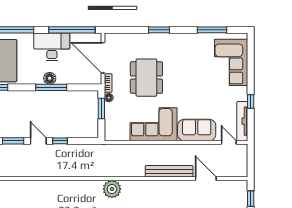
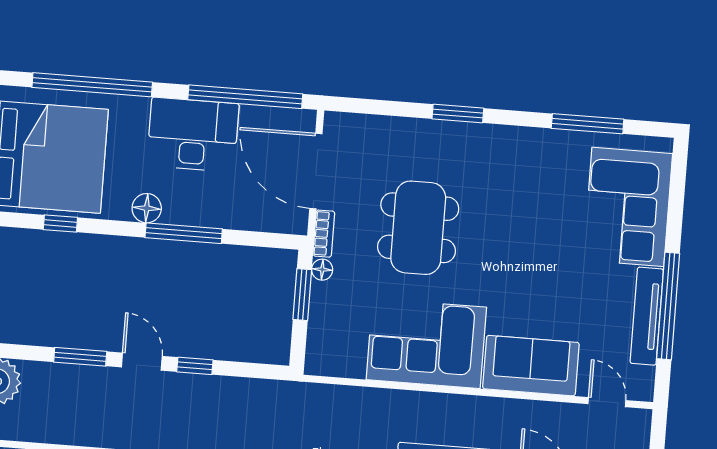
floor lamp: (50, 78) -> (147, 208), moved
window: (251, 101) -> (668, 306), width x3.17
tv unit: (242, 121) -> (647, 316), moved

